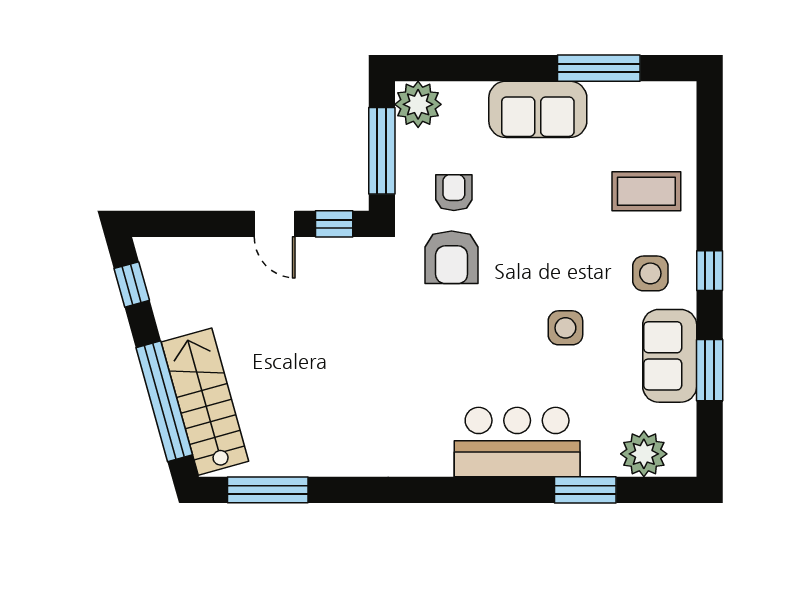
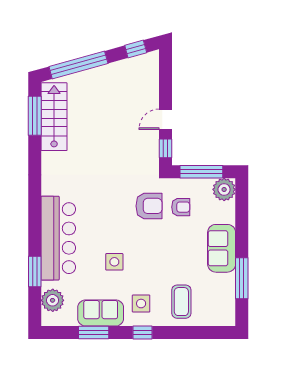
armchair: (452, 257) -> (149, 206), turned 180
stairs: (205, 402) -> (54, 117), moved, turned -74
bar counter: (517, 442) -> (58, 238), width x1.36

